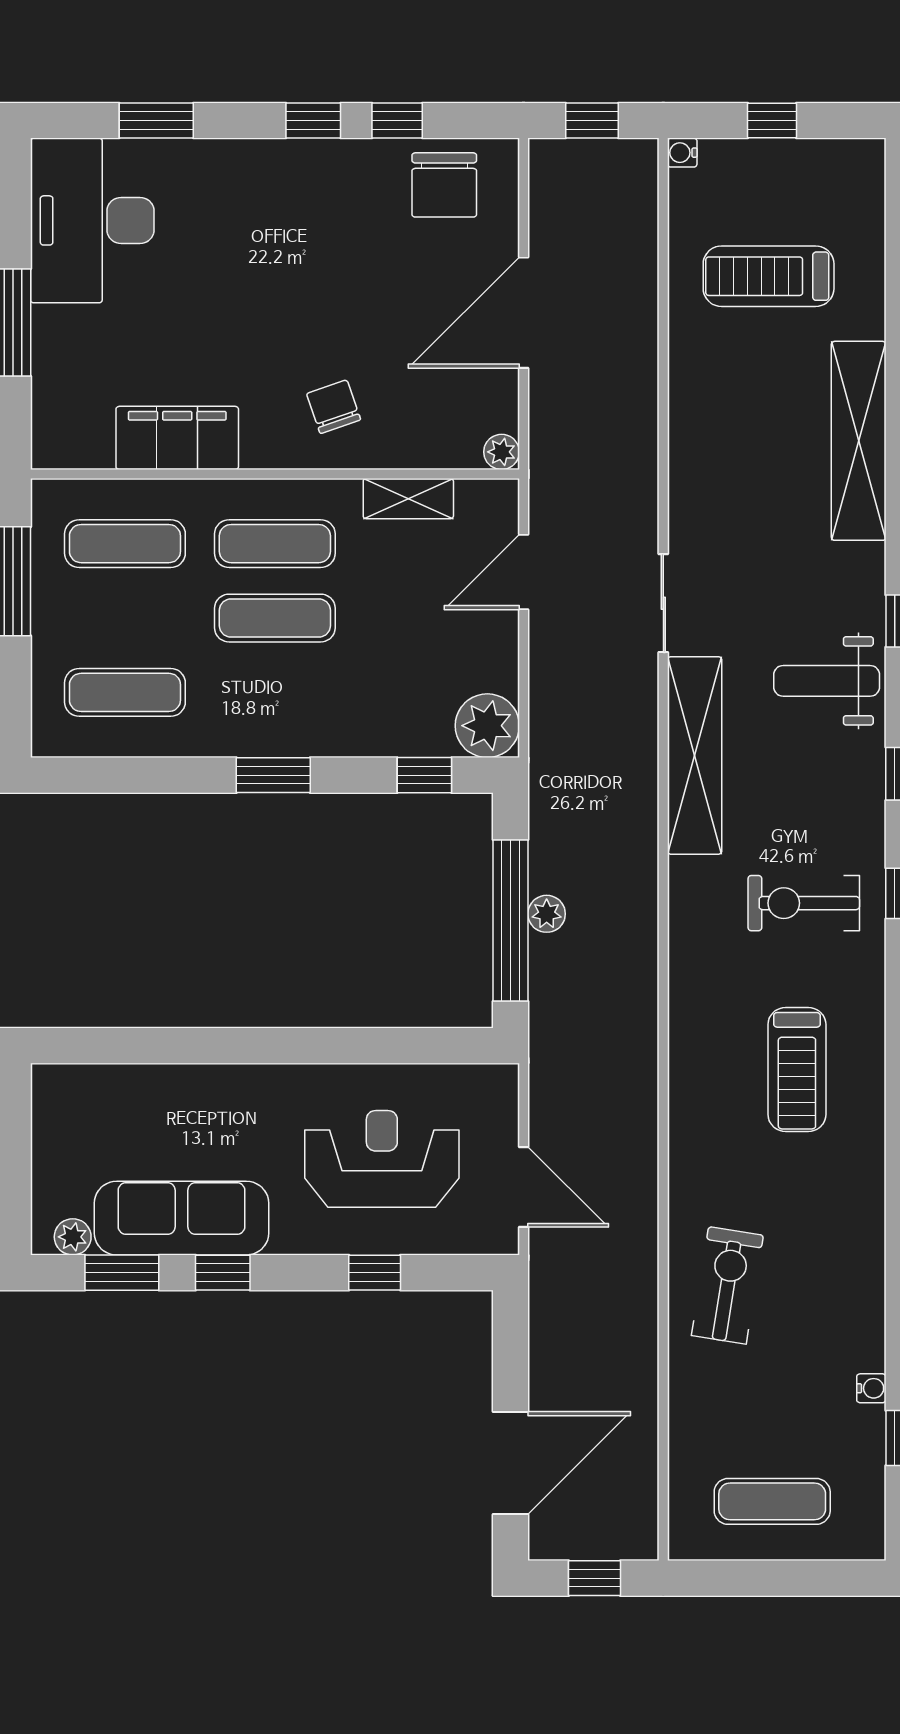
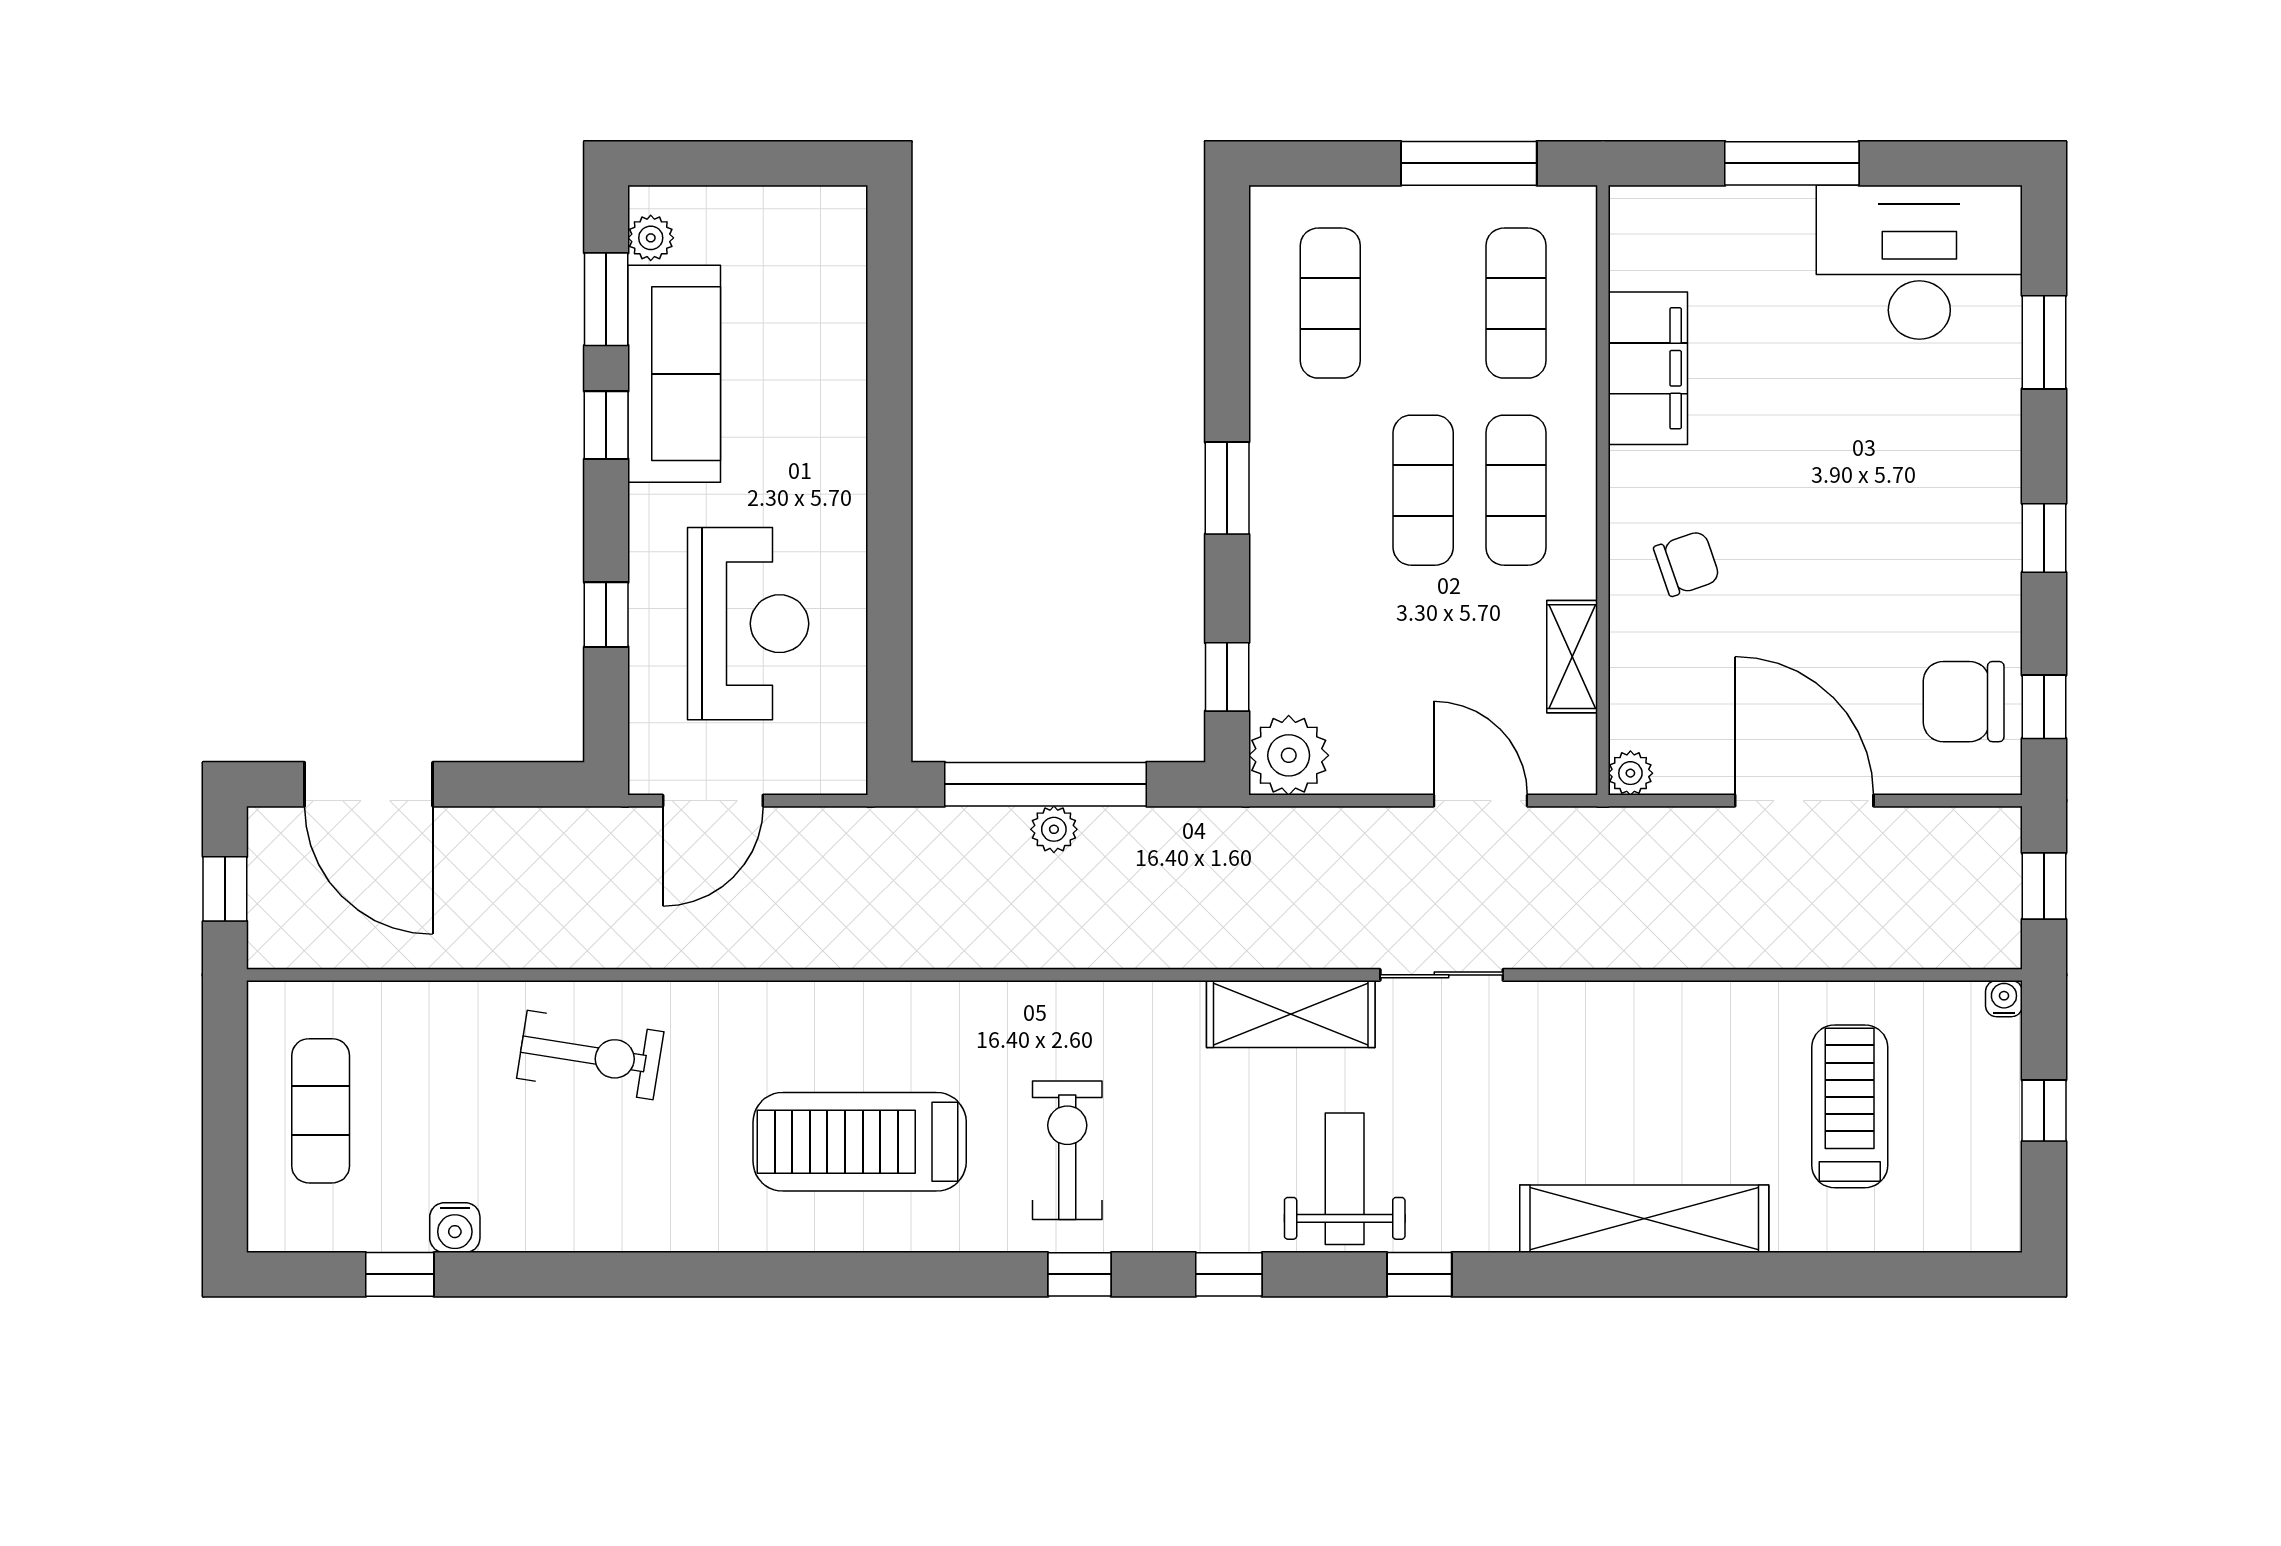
window: (397, 121) -> (2044, 707), moved
shelving: (695, 755) -> (1291, 1014), width x0.68
treadmill: (797, 1069) -> (860, 1142), width x1.37, depth x1.38
water cooler: (871, 1388) -> (455, 1228), width x1.38, depth x1.38

